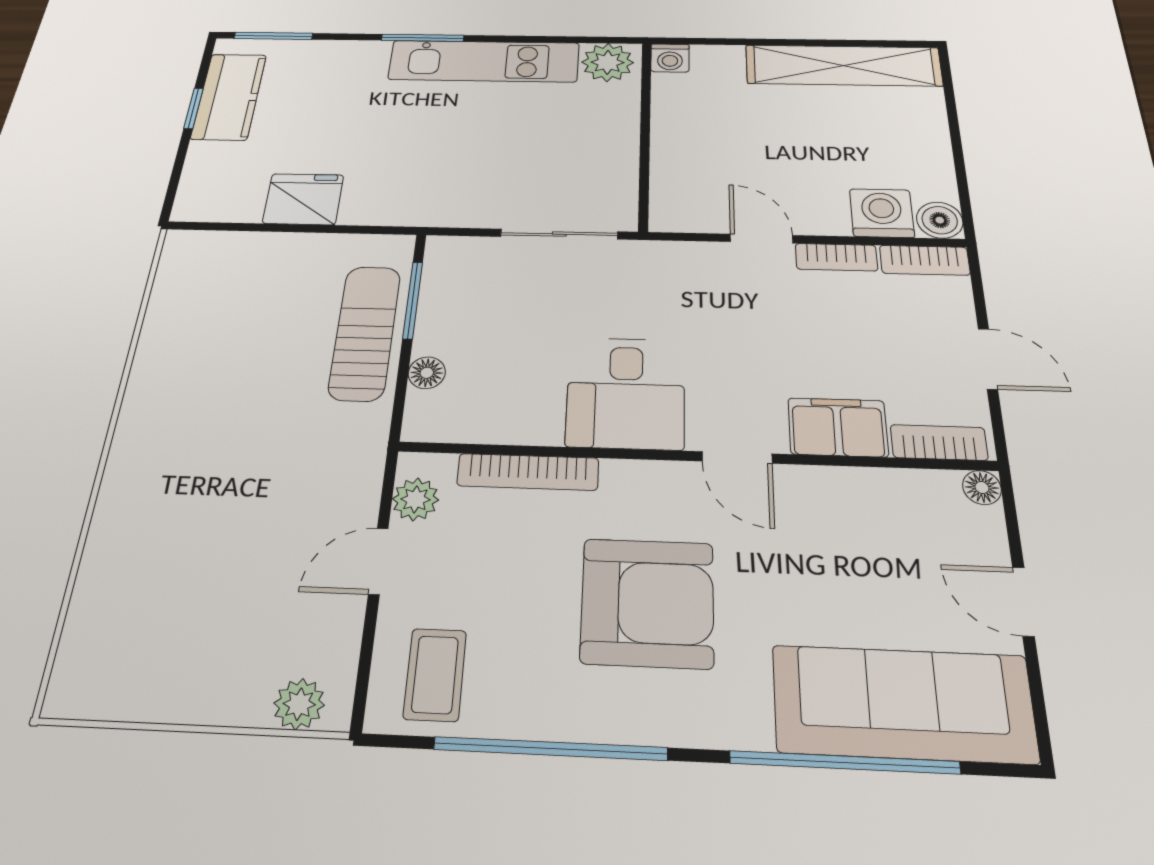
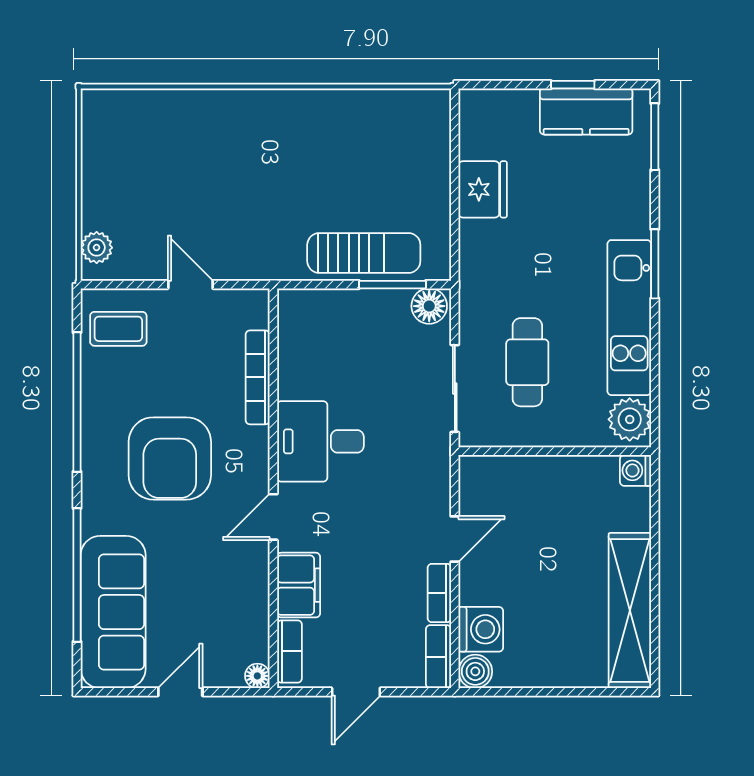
cafe table: (530, 158) -> (527, 362), added
floor lamp: (427, 373) -> (429, 306), moved, width x1.37, depth x1.37
plant: (415, 499) -> (235, 304), removed

